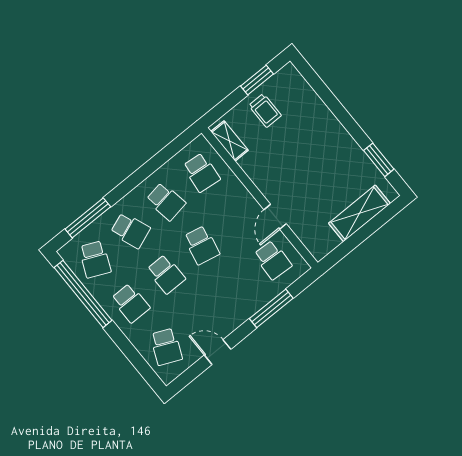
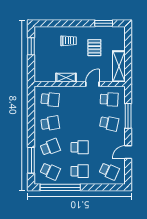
trolley: (265, 110) -> (69, 41), moved
shelving: (229, 141) -> (66, 78), moved
pallet: (332, 176) -> (94, 48), added
shelving: (359, 213) -> (119, 66), moved
door: (275, 217) -> (92, 84), swing flipped
school desk: (202, 245) -> (109, 123), moved

